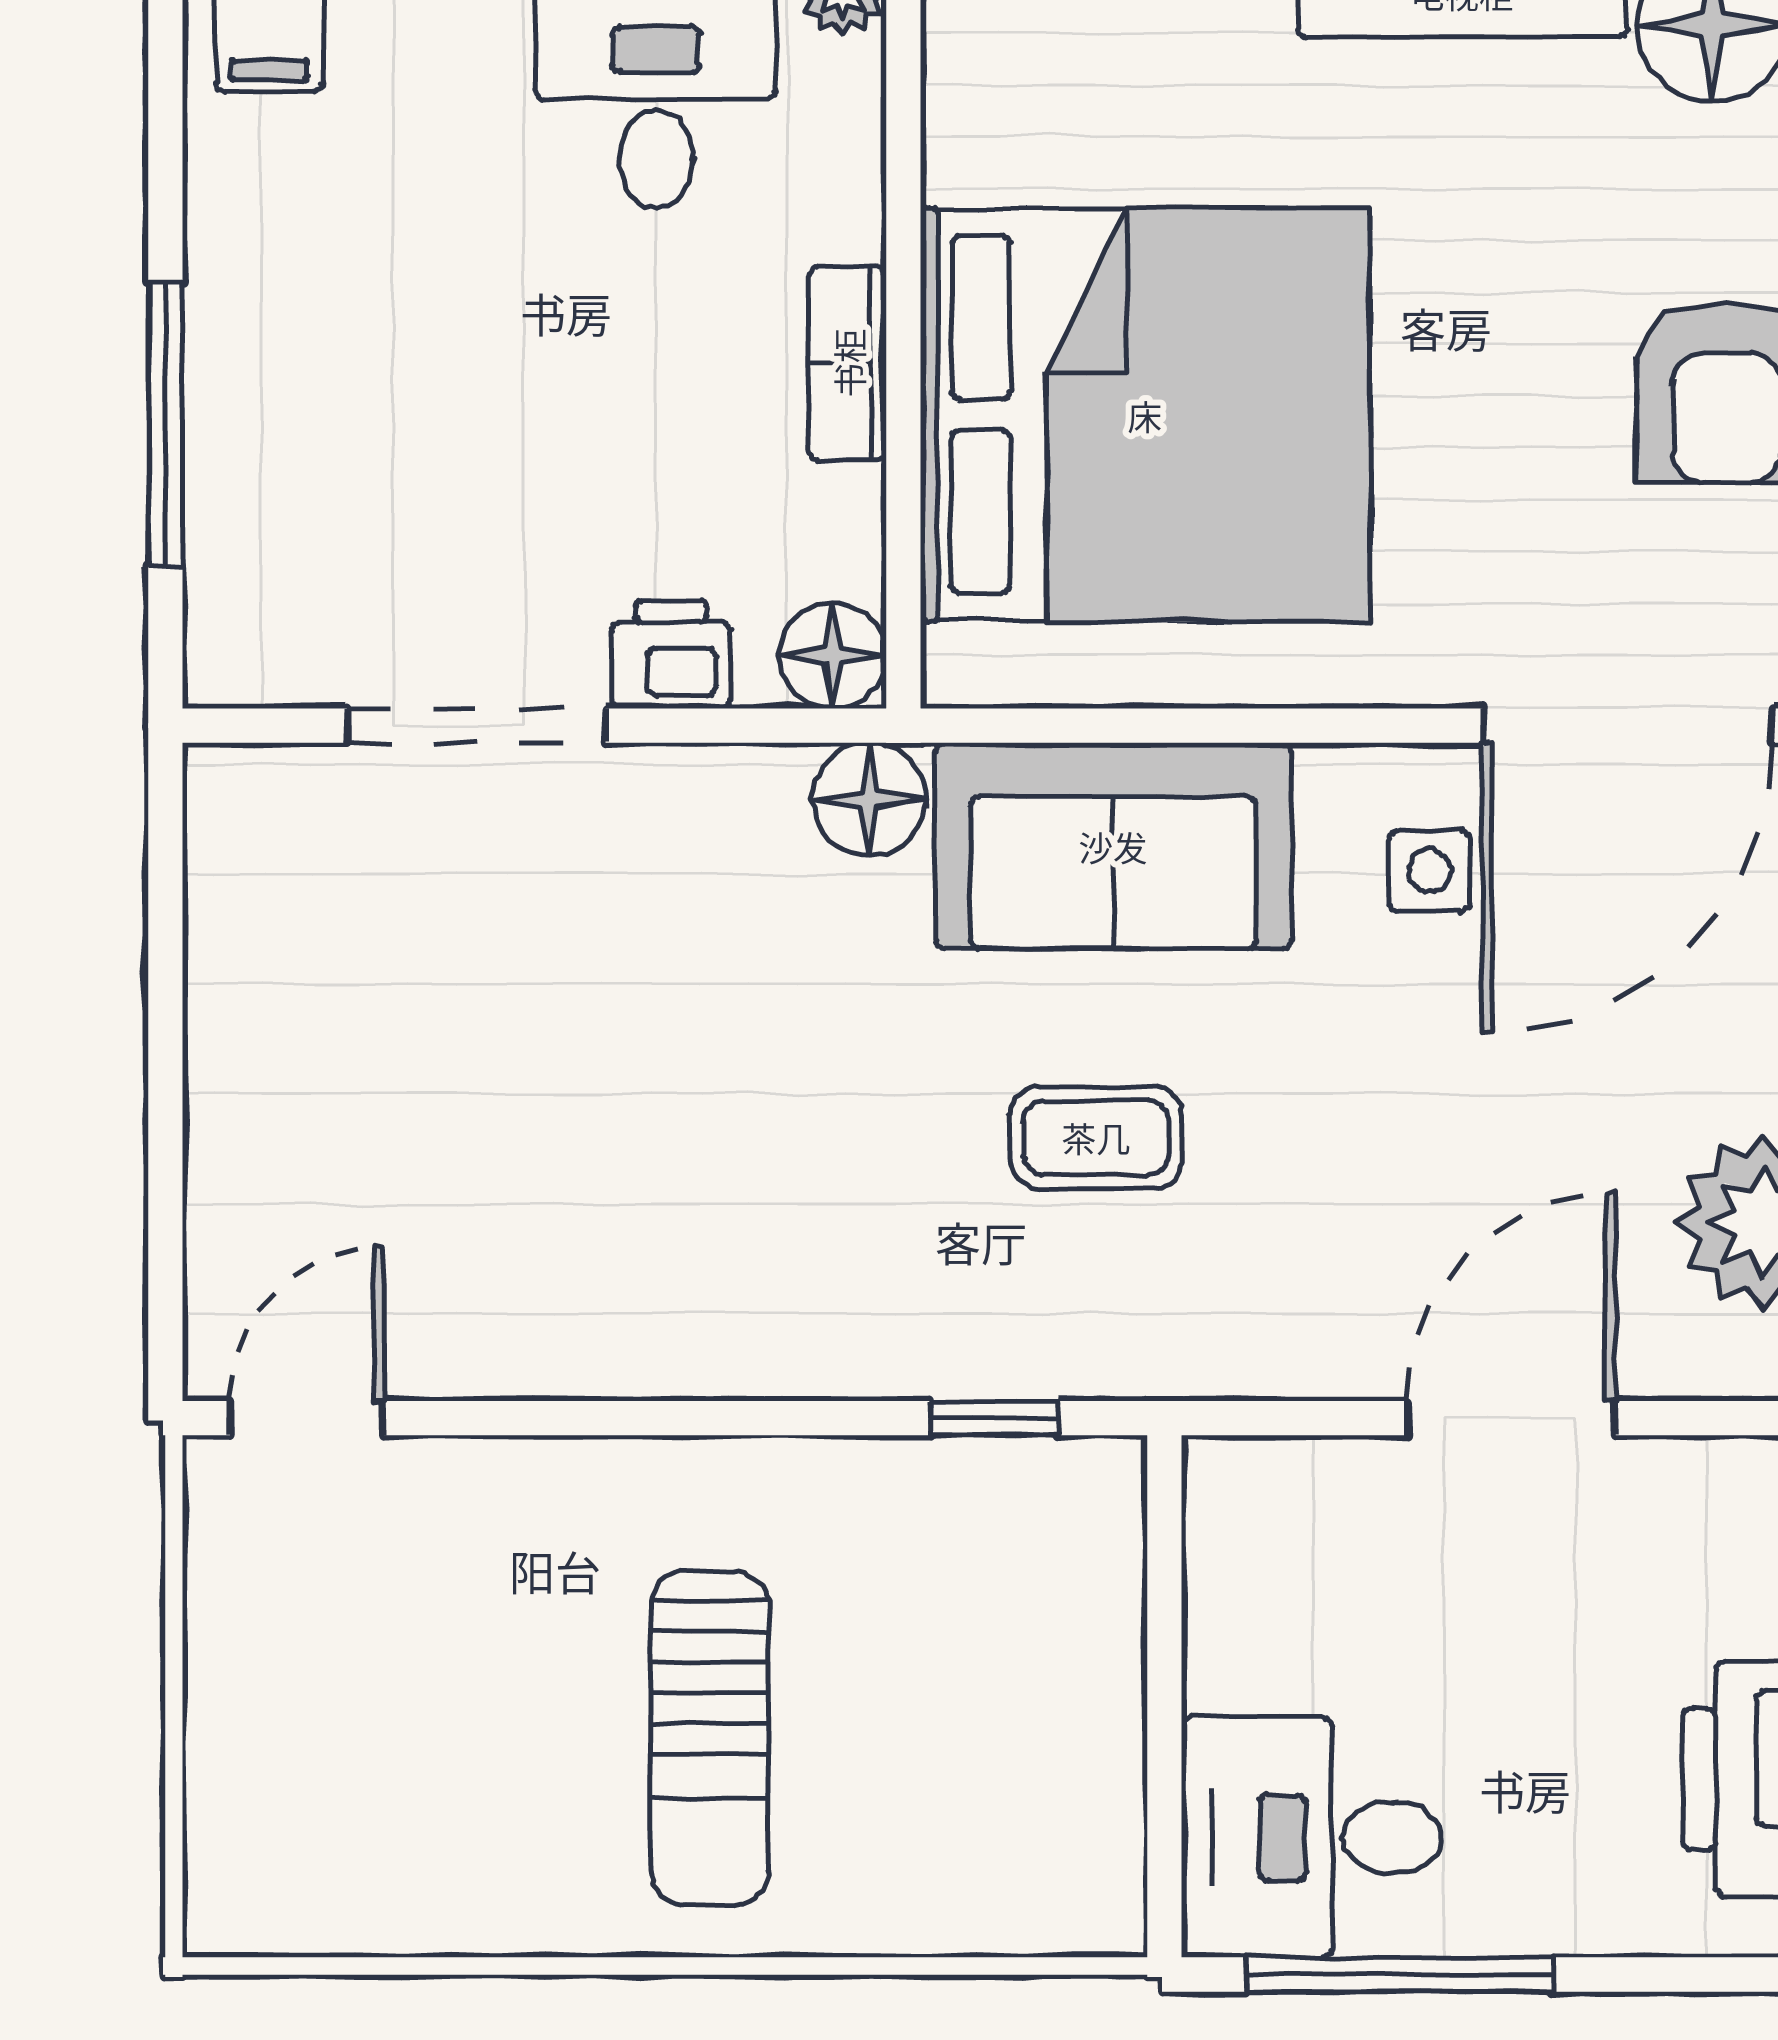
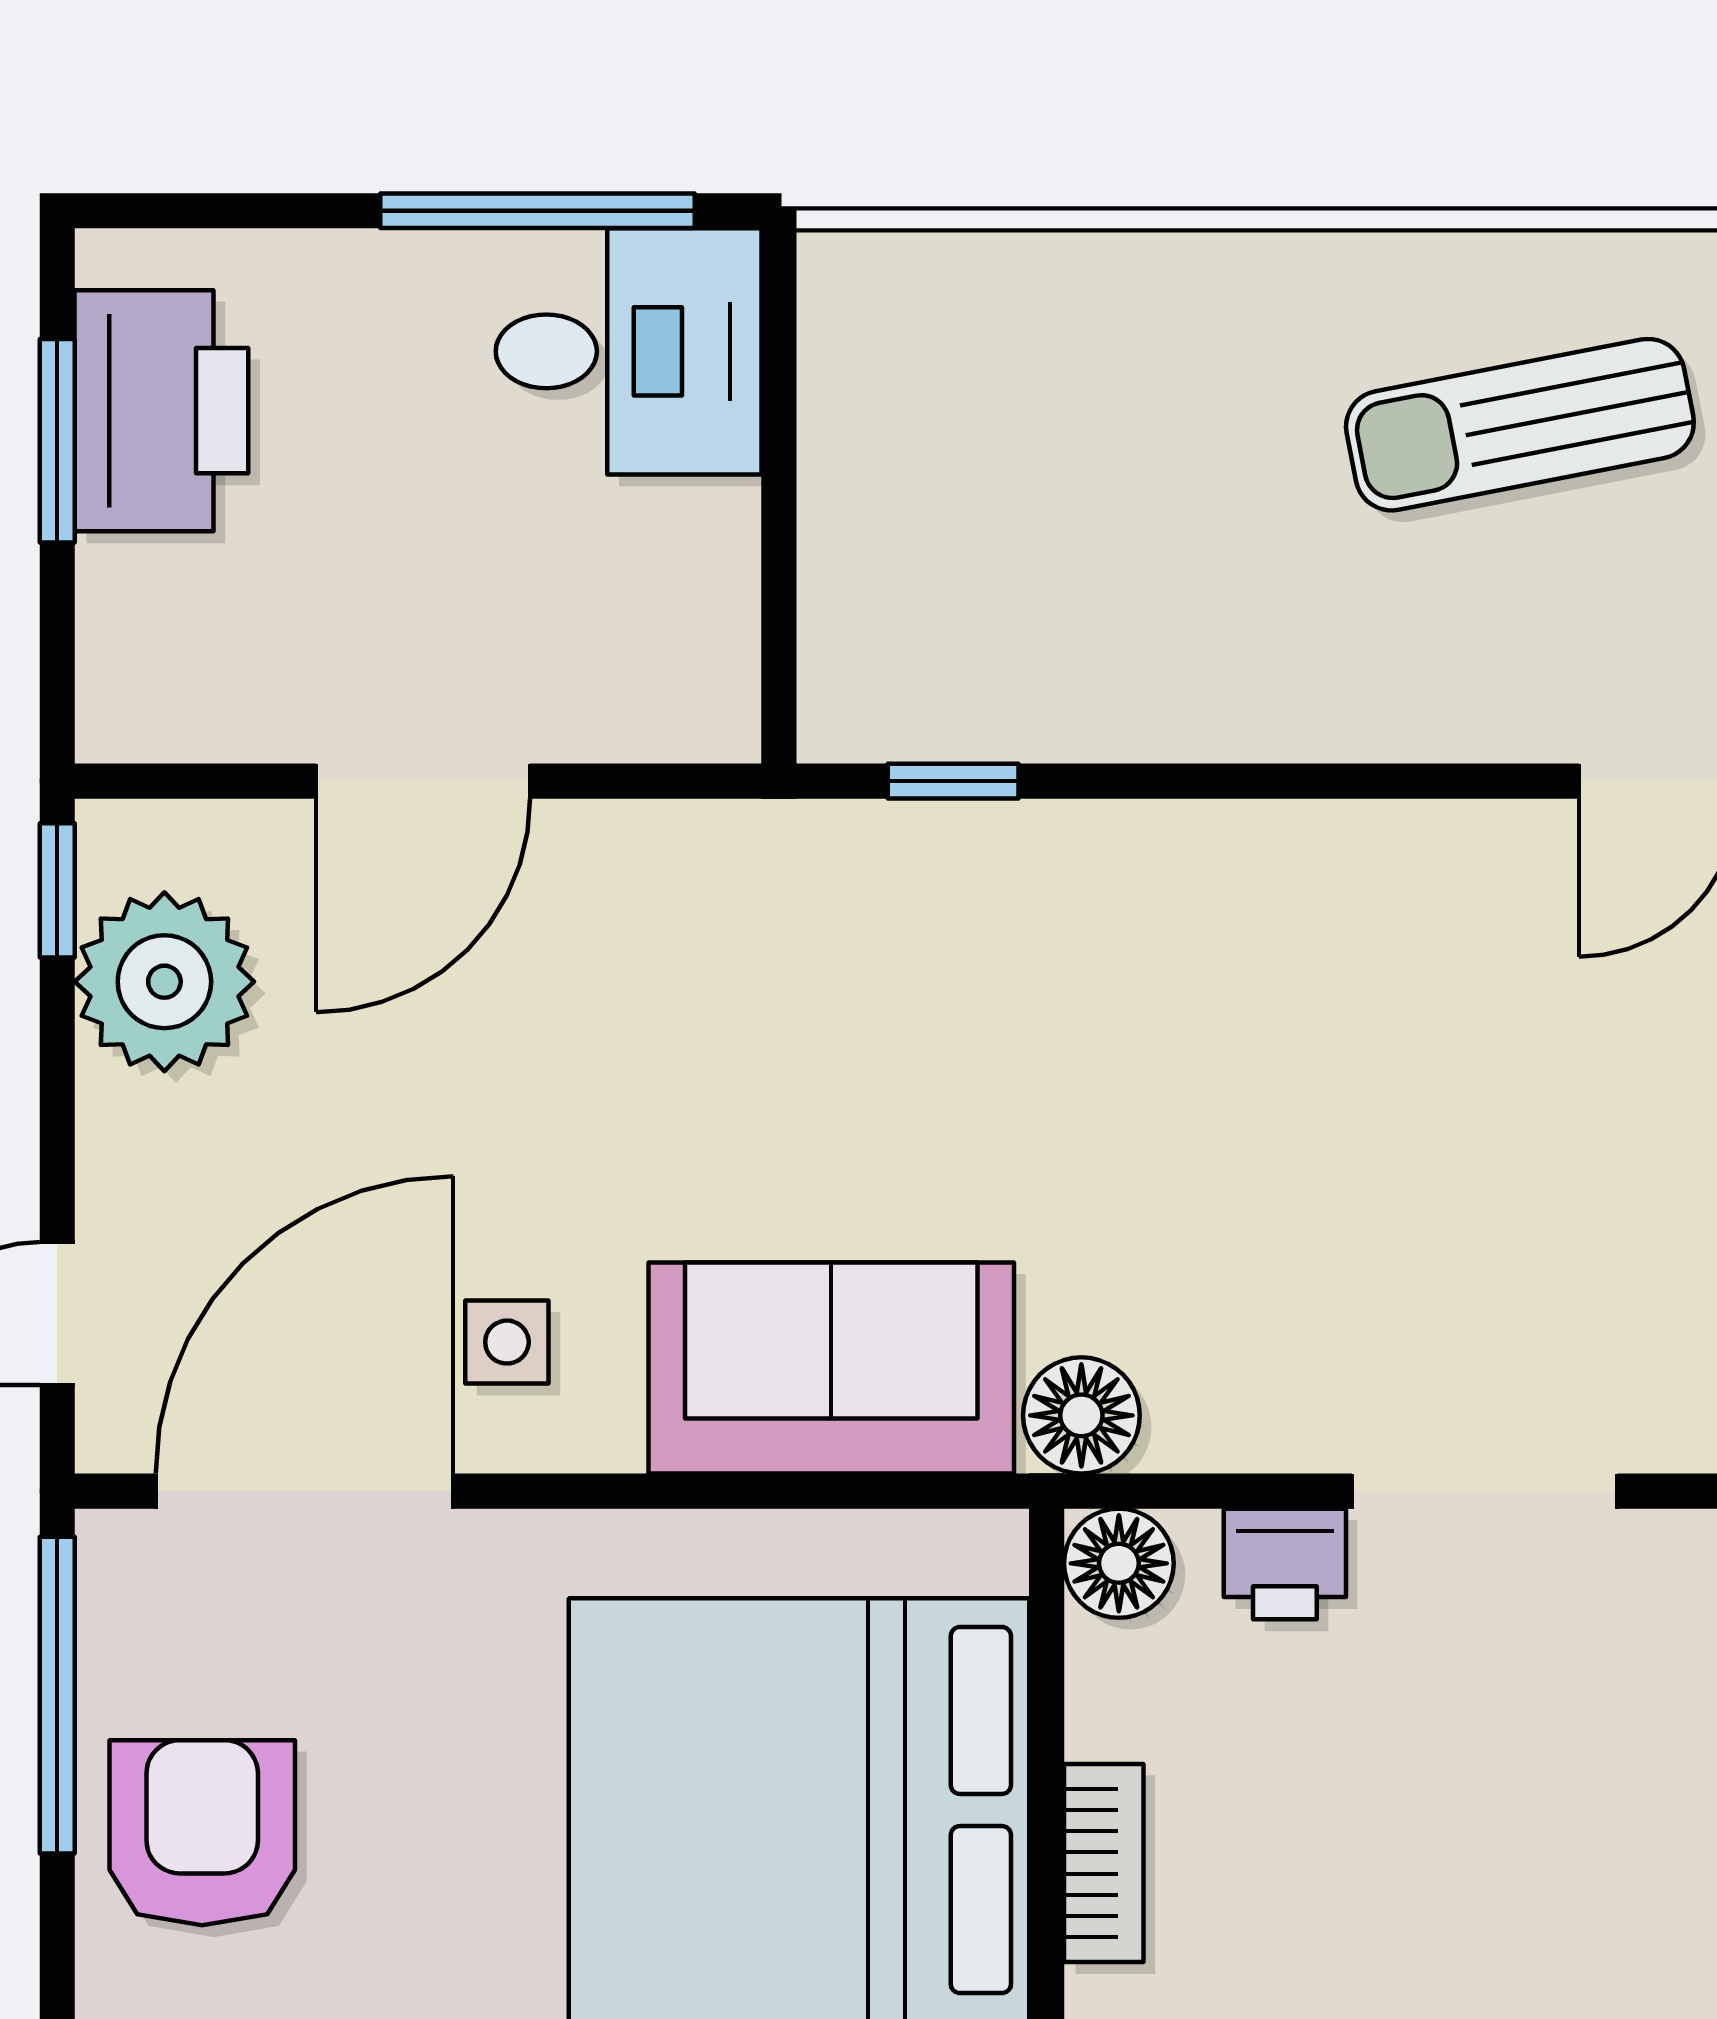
coffee table: (1096, 1137) -> (849, 1069), removed
sun lounger: (710, 1738) -> (1520, 425), moved, turned -101

